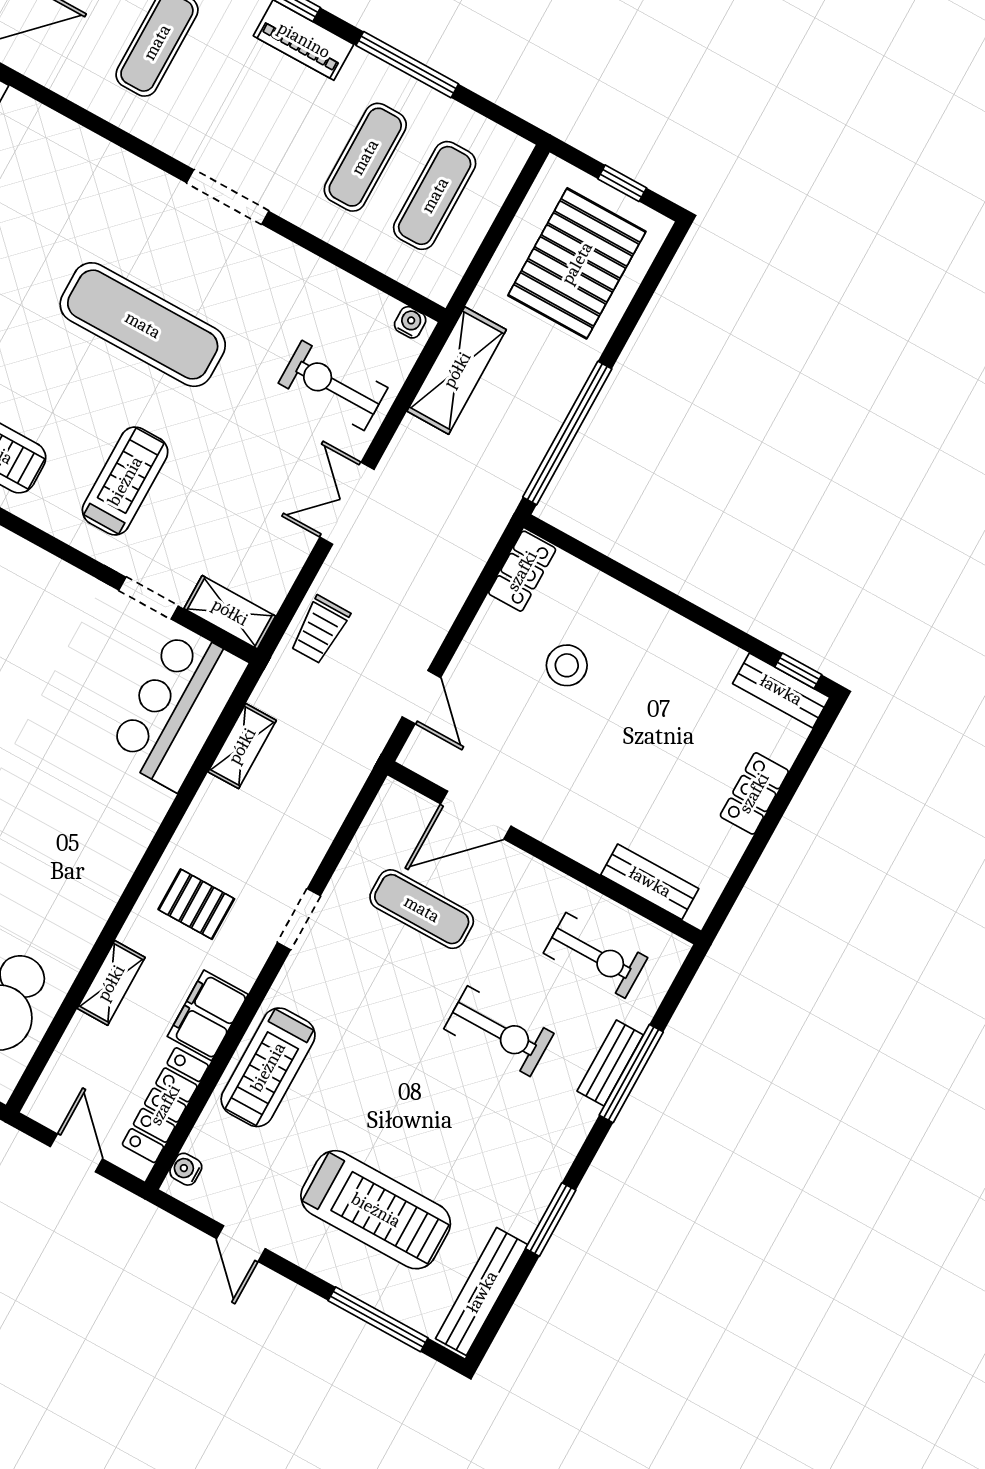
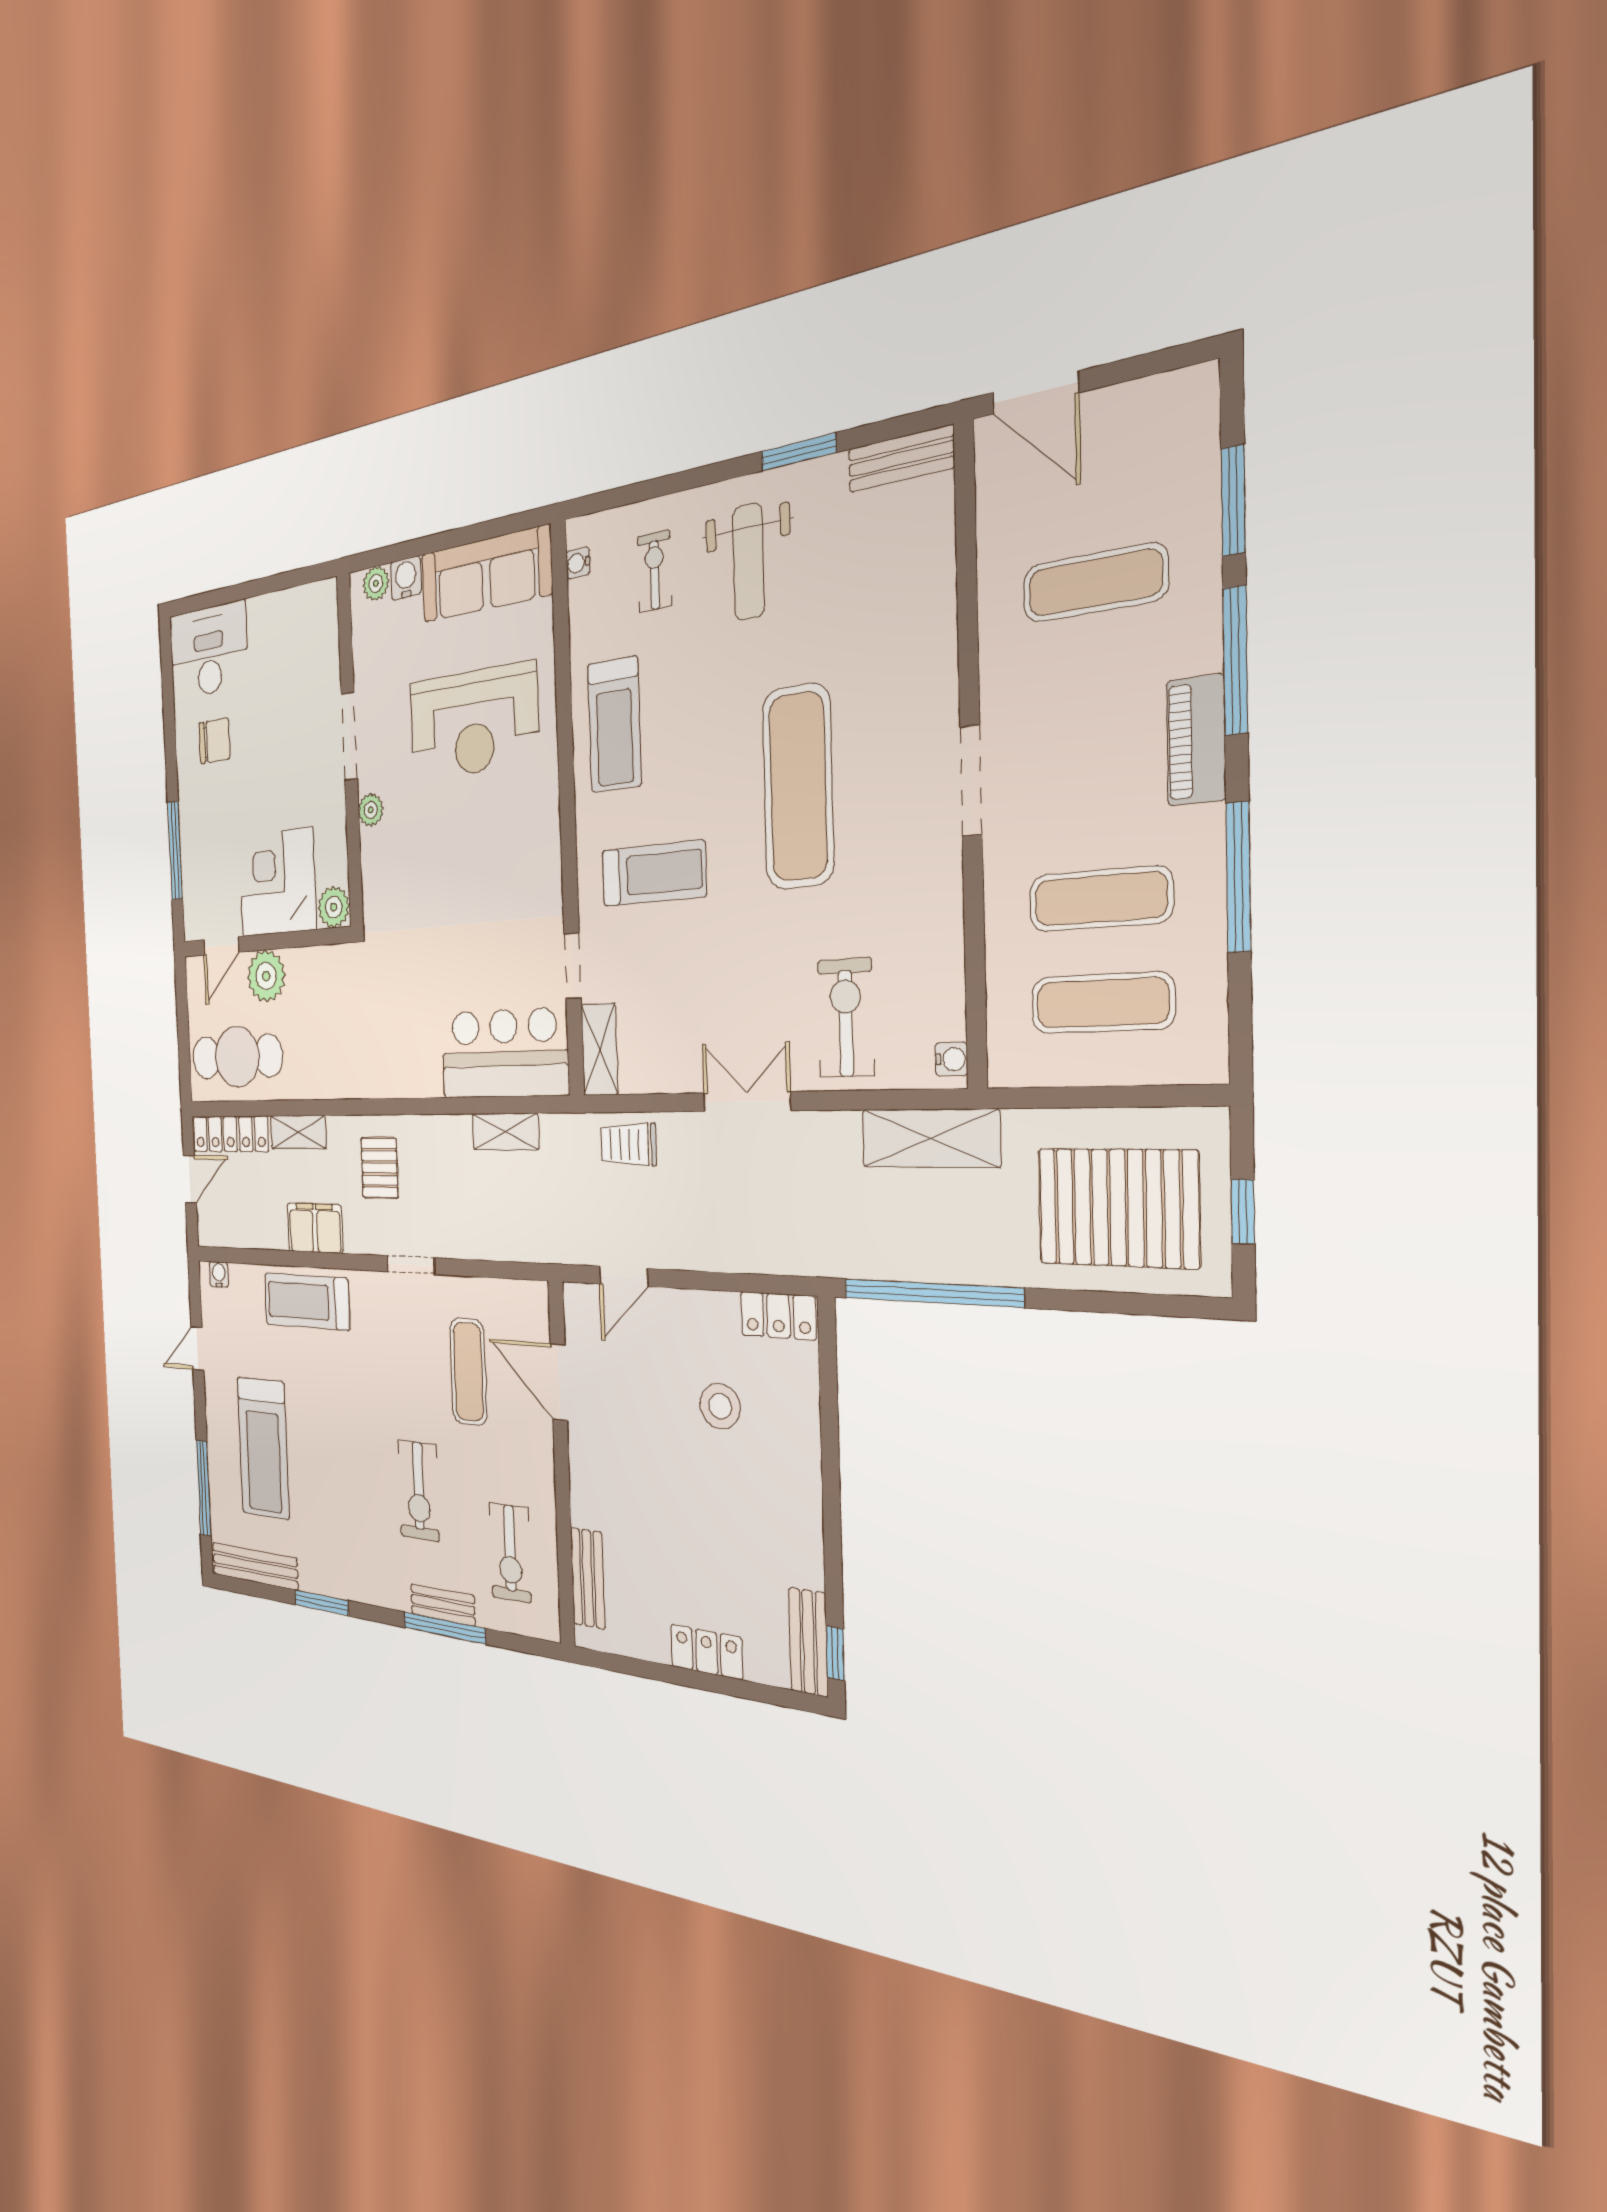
locker: (165, 1105) -> (230, 1134), moved, turned 180

